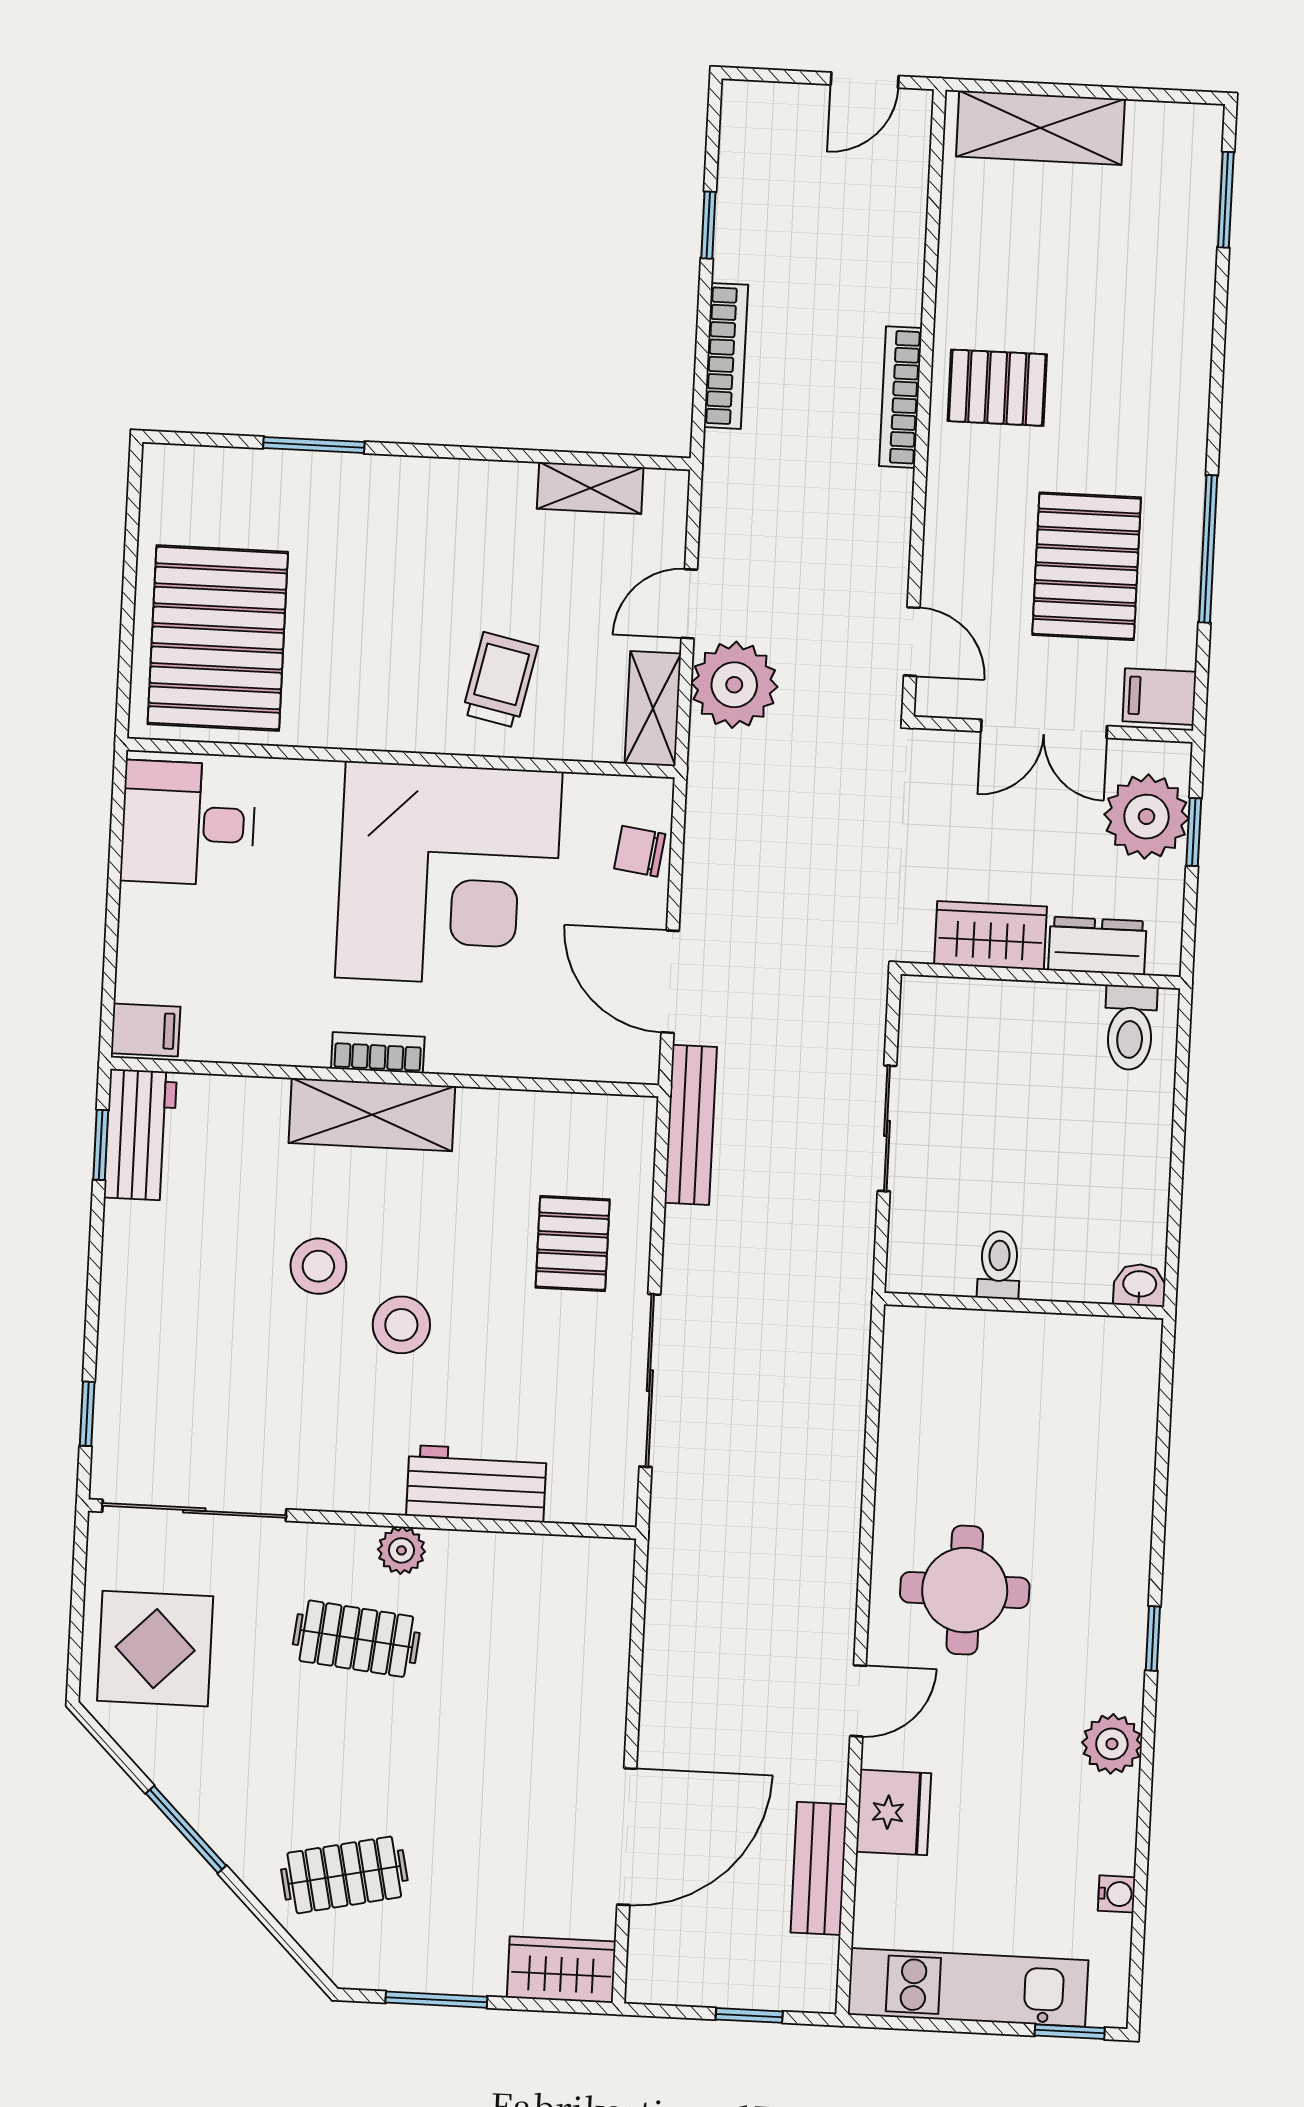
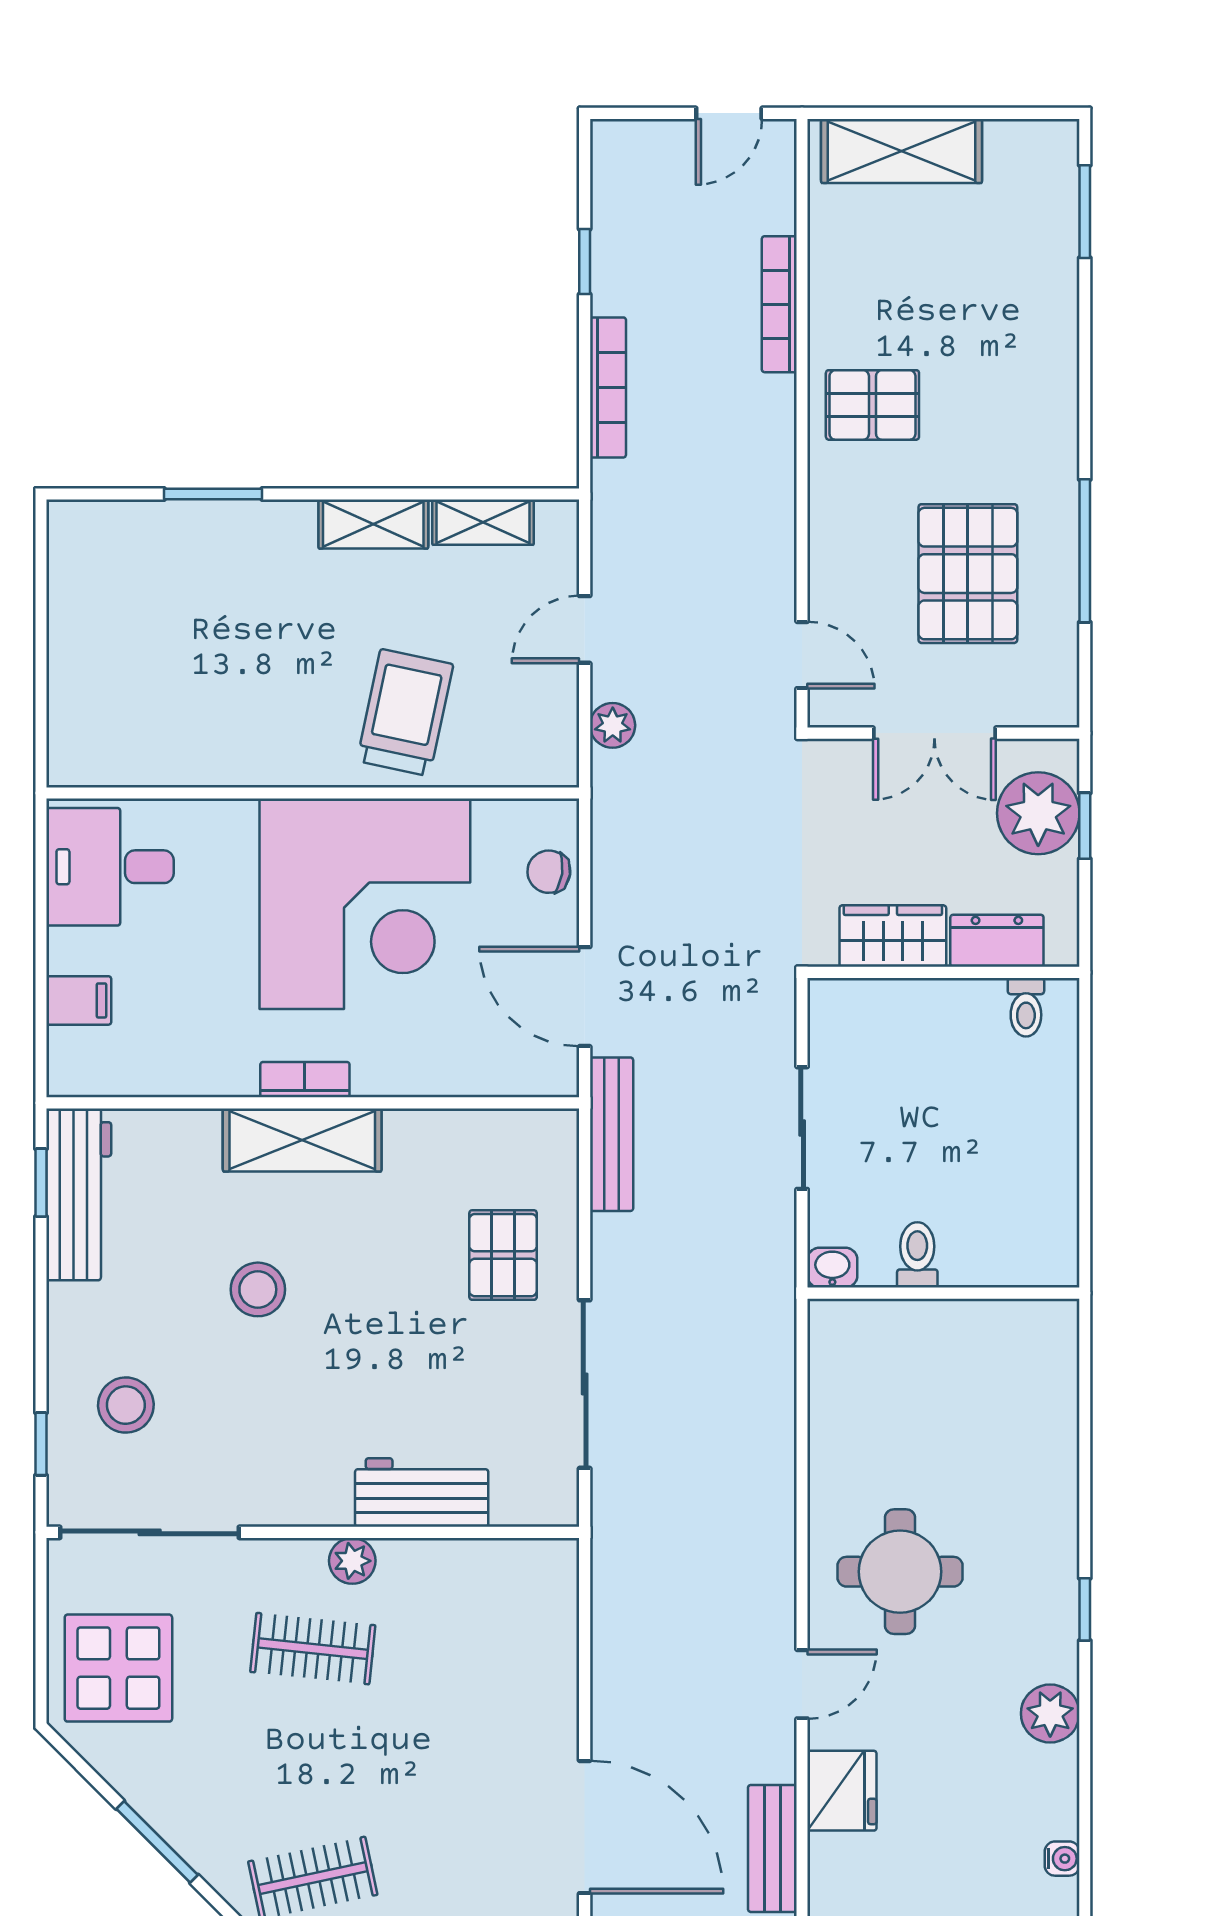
bookcase: (900, 397) -> (779, 304), moved
pallet: (218, 638) -> (129, 686), removed
trolley: (500, 680) -> (405, 713), width x1.36, depth x1.39
plant: (734, 685) -> (613, 725), width x0.53, depth x0.53
filing cabinet: (1159, 697) -> (1045, 696), removed
shelving: (653, 709) -> (373, 524), moved, turned 90
toilet: (1130, 1028) -> (1026, 1007), width x0.73, depth x0.72
filing cabinet: (146, 1030) -> (79, 1000), moved
workbench: (140, 1135) -> (79, 1194), width x1.38
washbasin: (1140, 1285) -> (832, 1268), moved
stool: (401, 1325) -> (126, 1405), moved
door: (627, 1837) -> (585, 1827), hinge flipped

